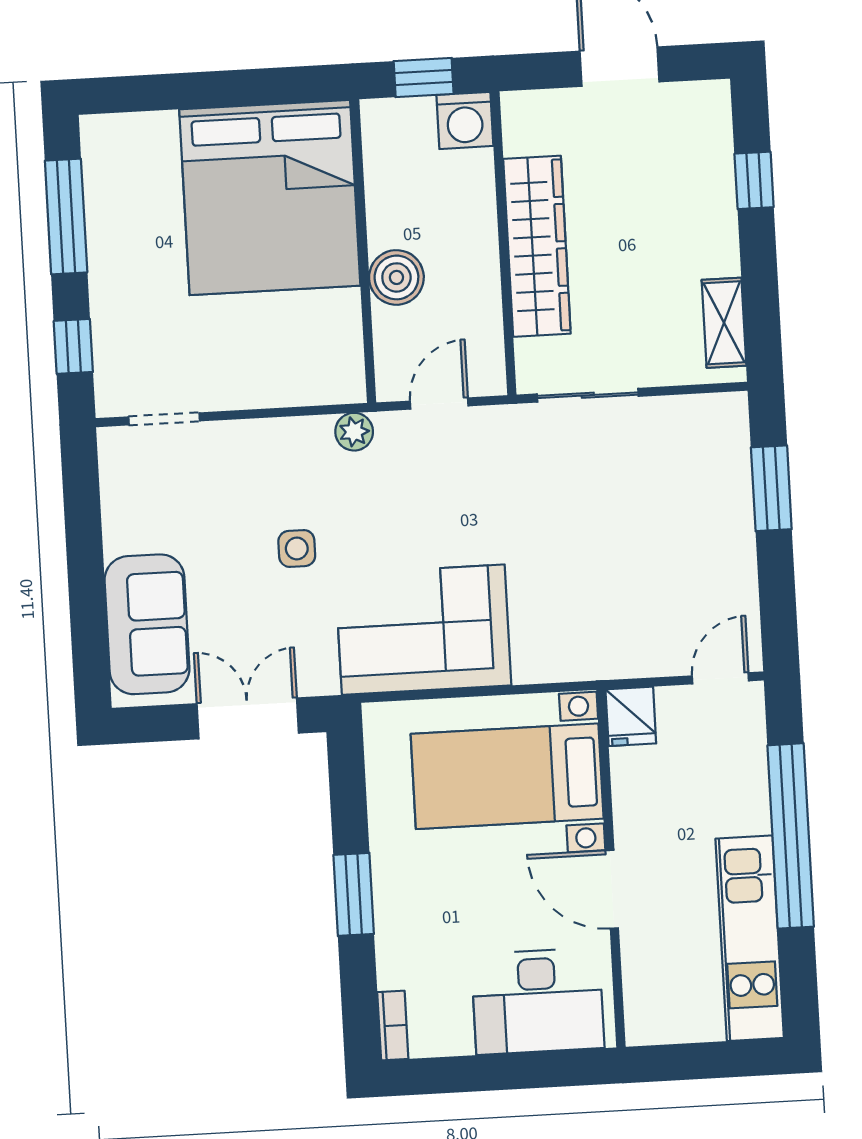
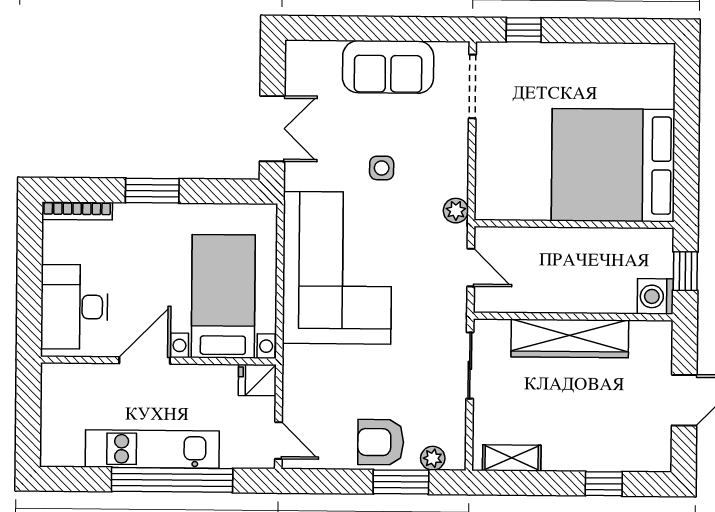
window: (66, 217) -> (609, 31), removed
boiler: (396, 277) -> (555, 245), removed
doorway: (164, 419) -> (472, 86), width x1.38
plant: (732, 442) -> (433, 458), added
armchair: (713, 523) -> (381, 442), added
sofa: (147, 624) -> (388, 67), moved
corner sofa: (423, 630) -> (337, 268), width x1.36, depth x1.36
kitchen unit: (750, 938) -> (152, 449), moved
bookcase: (393, 1026) -> (77, 211), width x1.56

